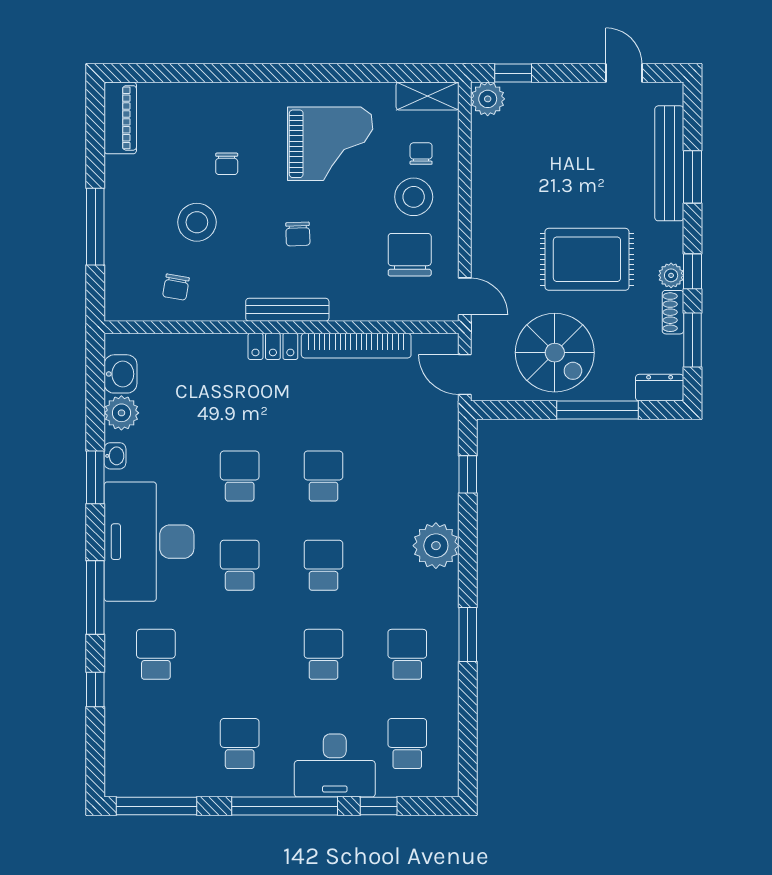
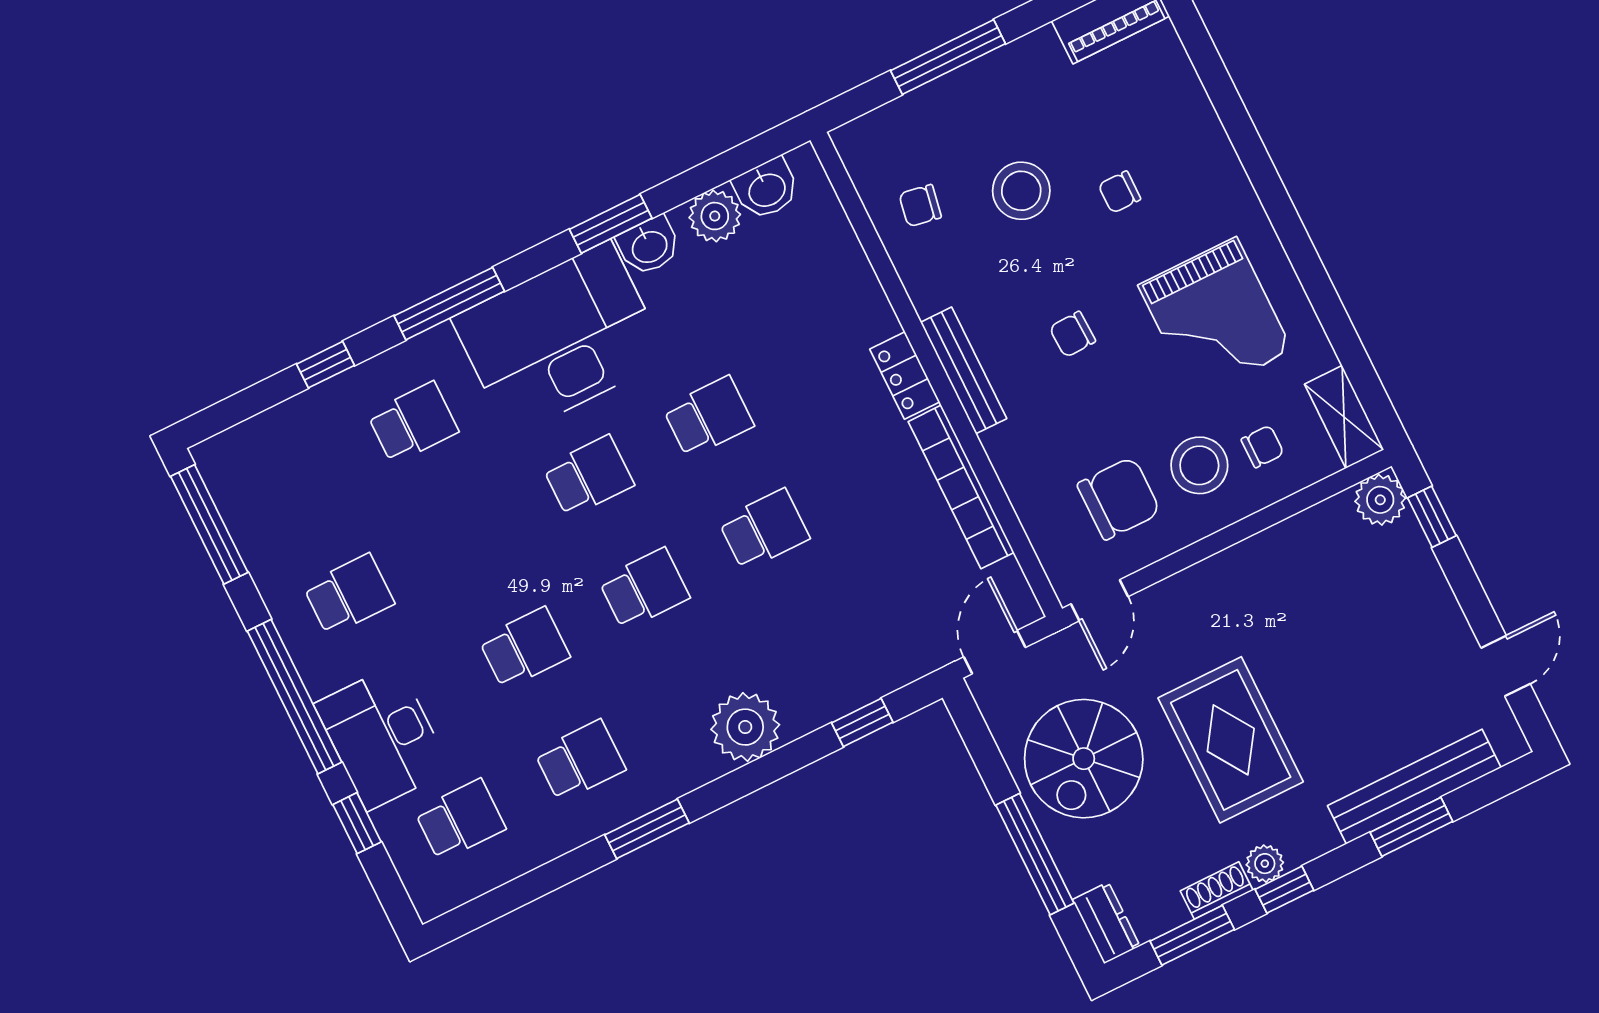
washbasin: (115, 456) -> (649, 246), width x1.38, depth x1.45

